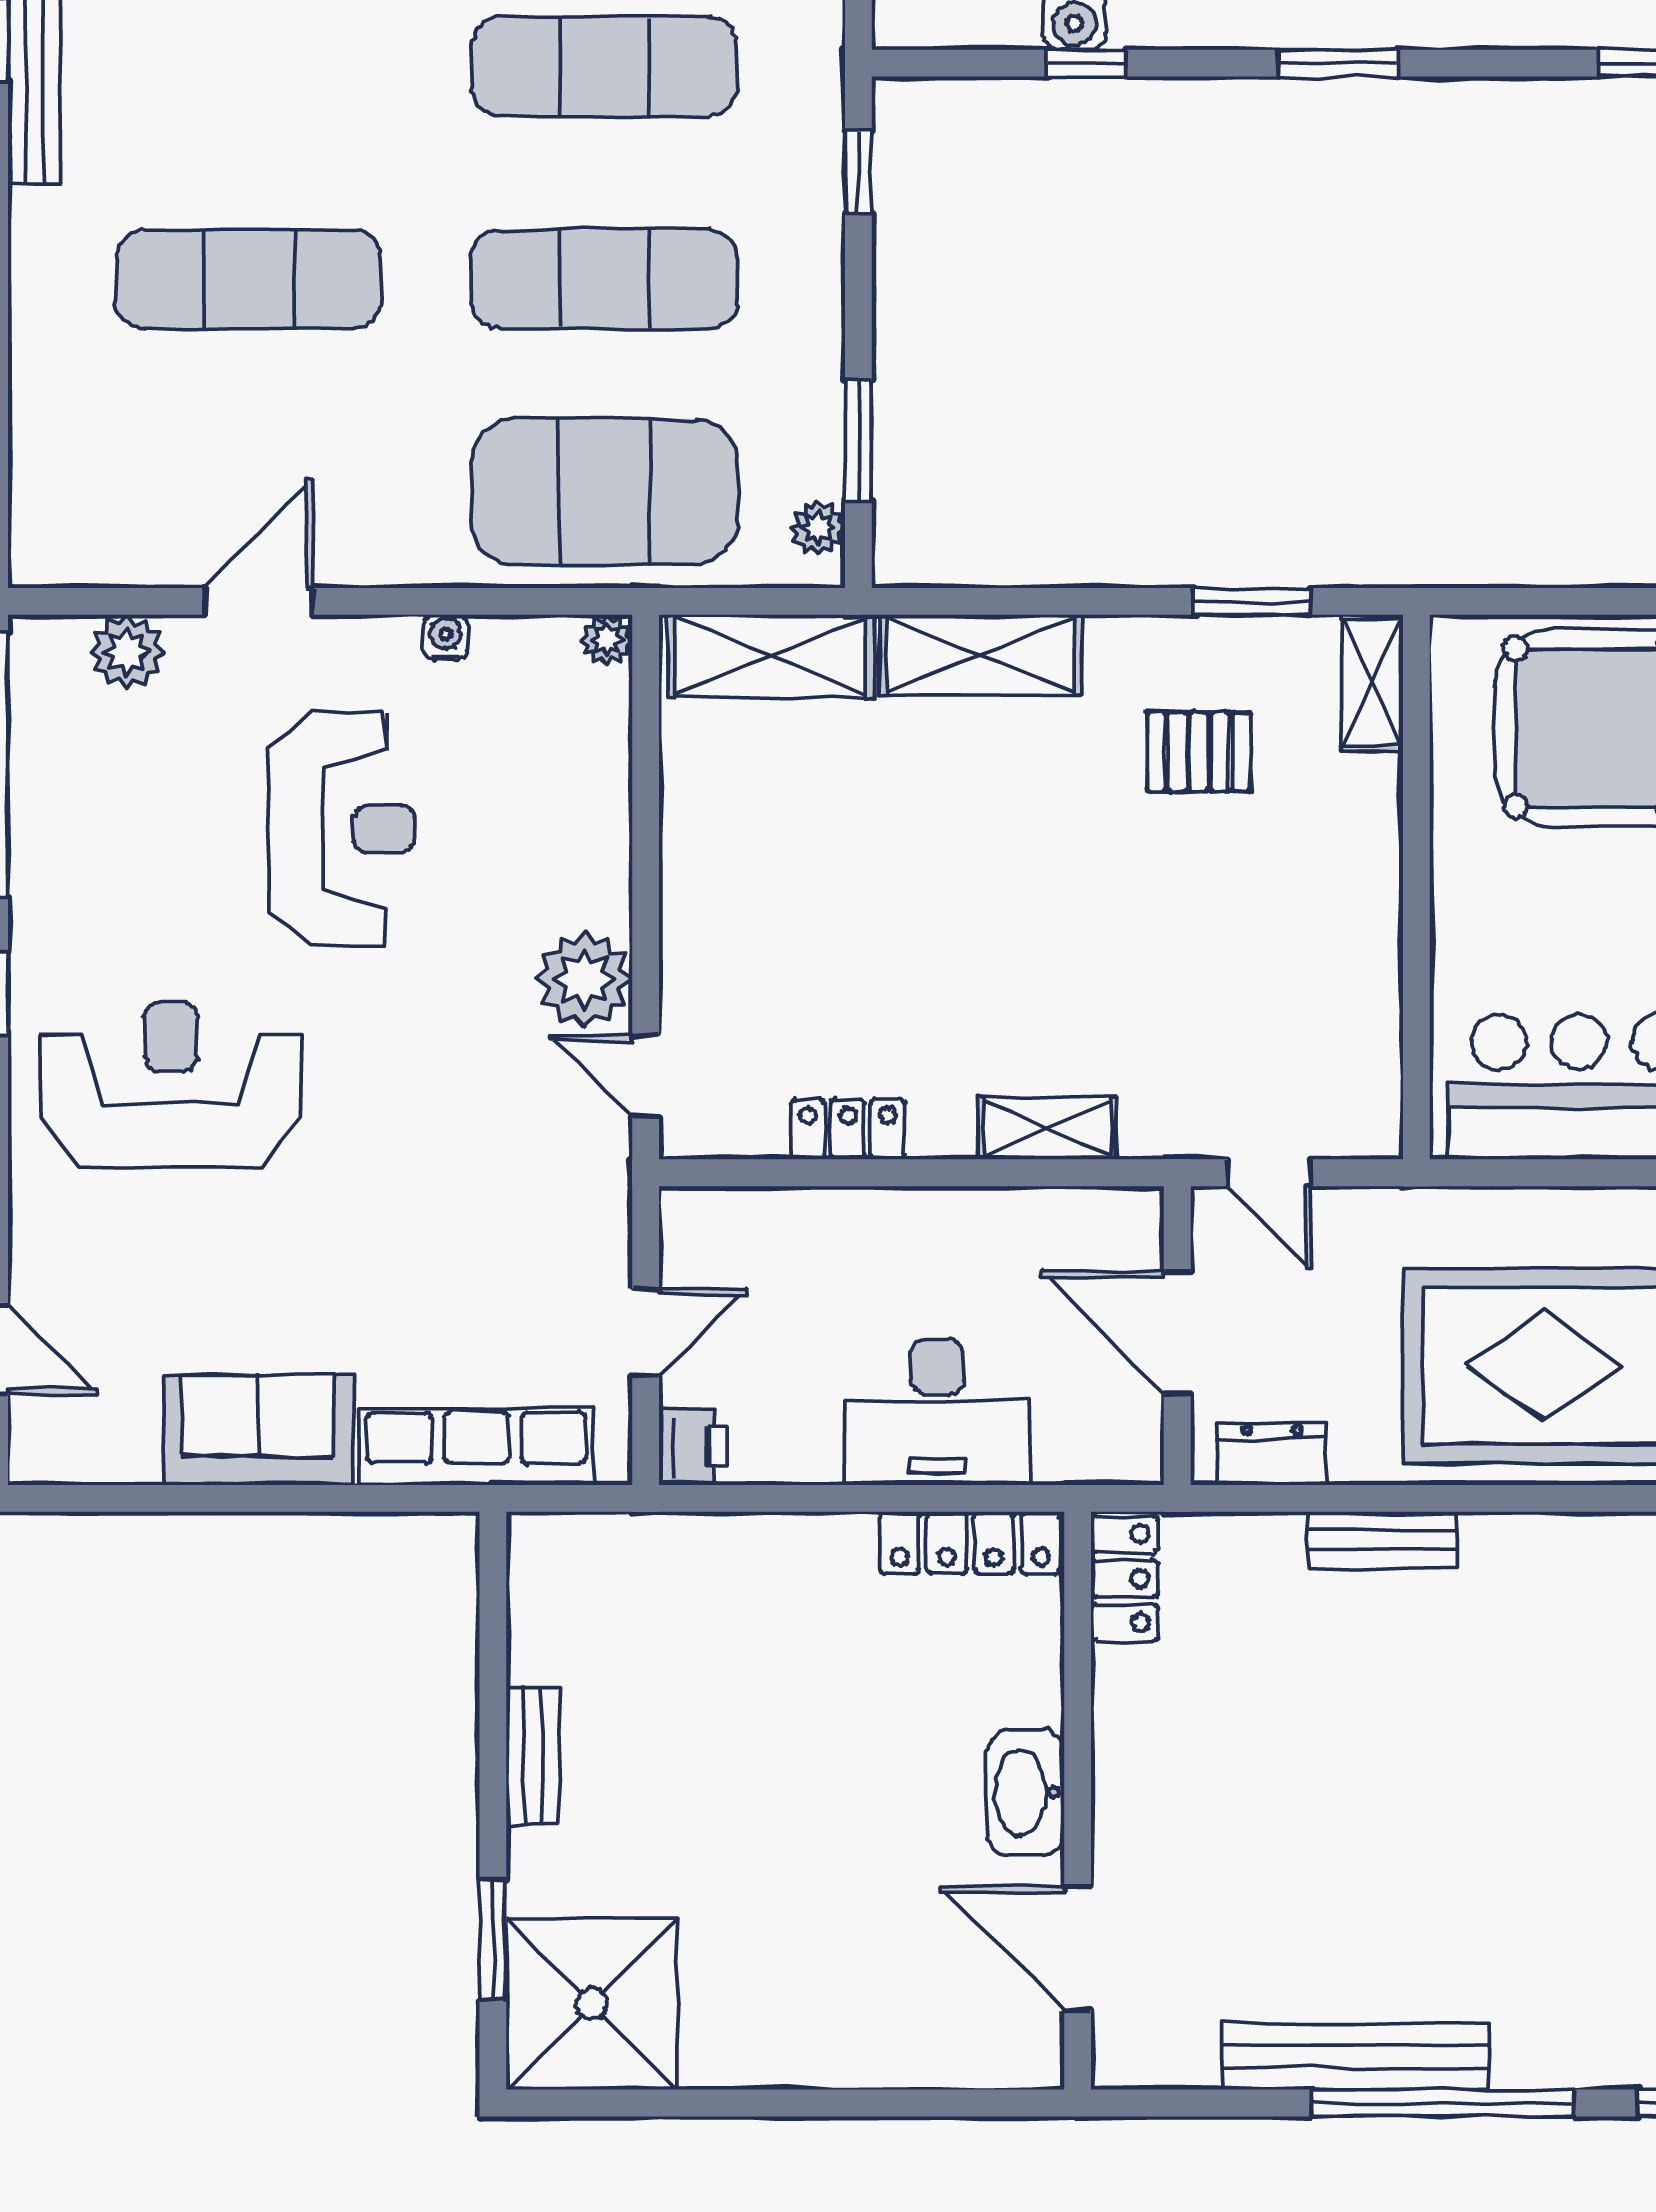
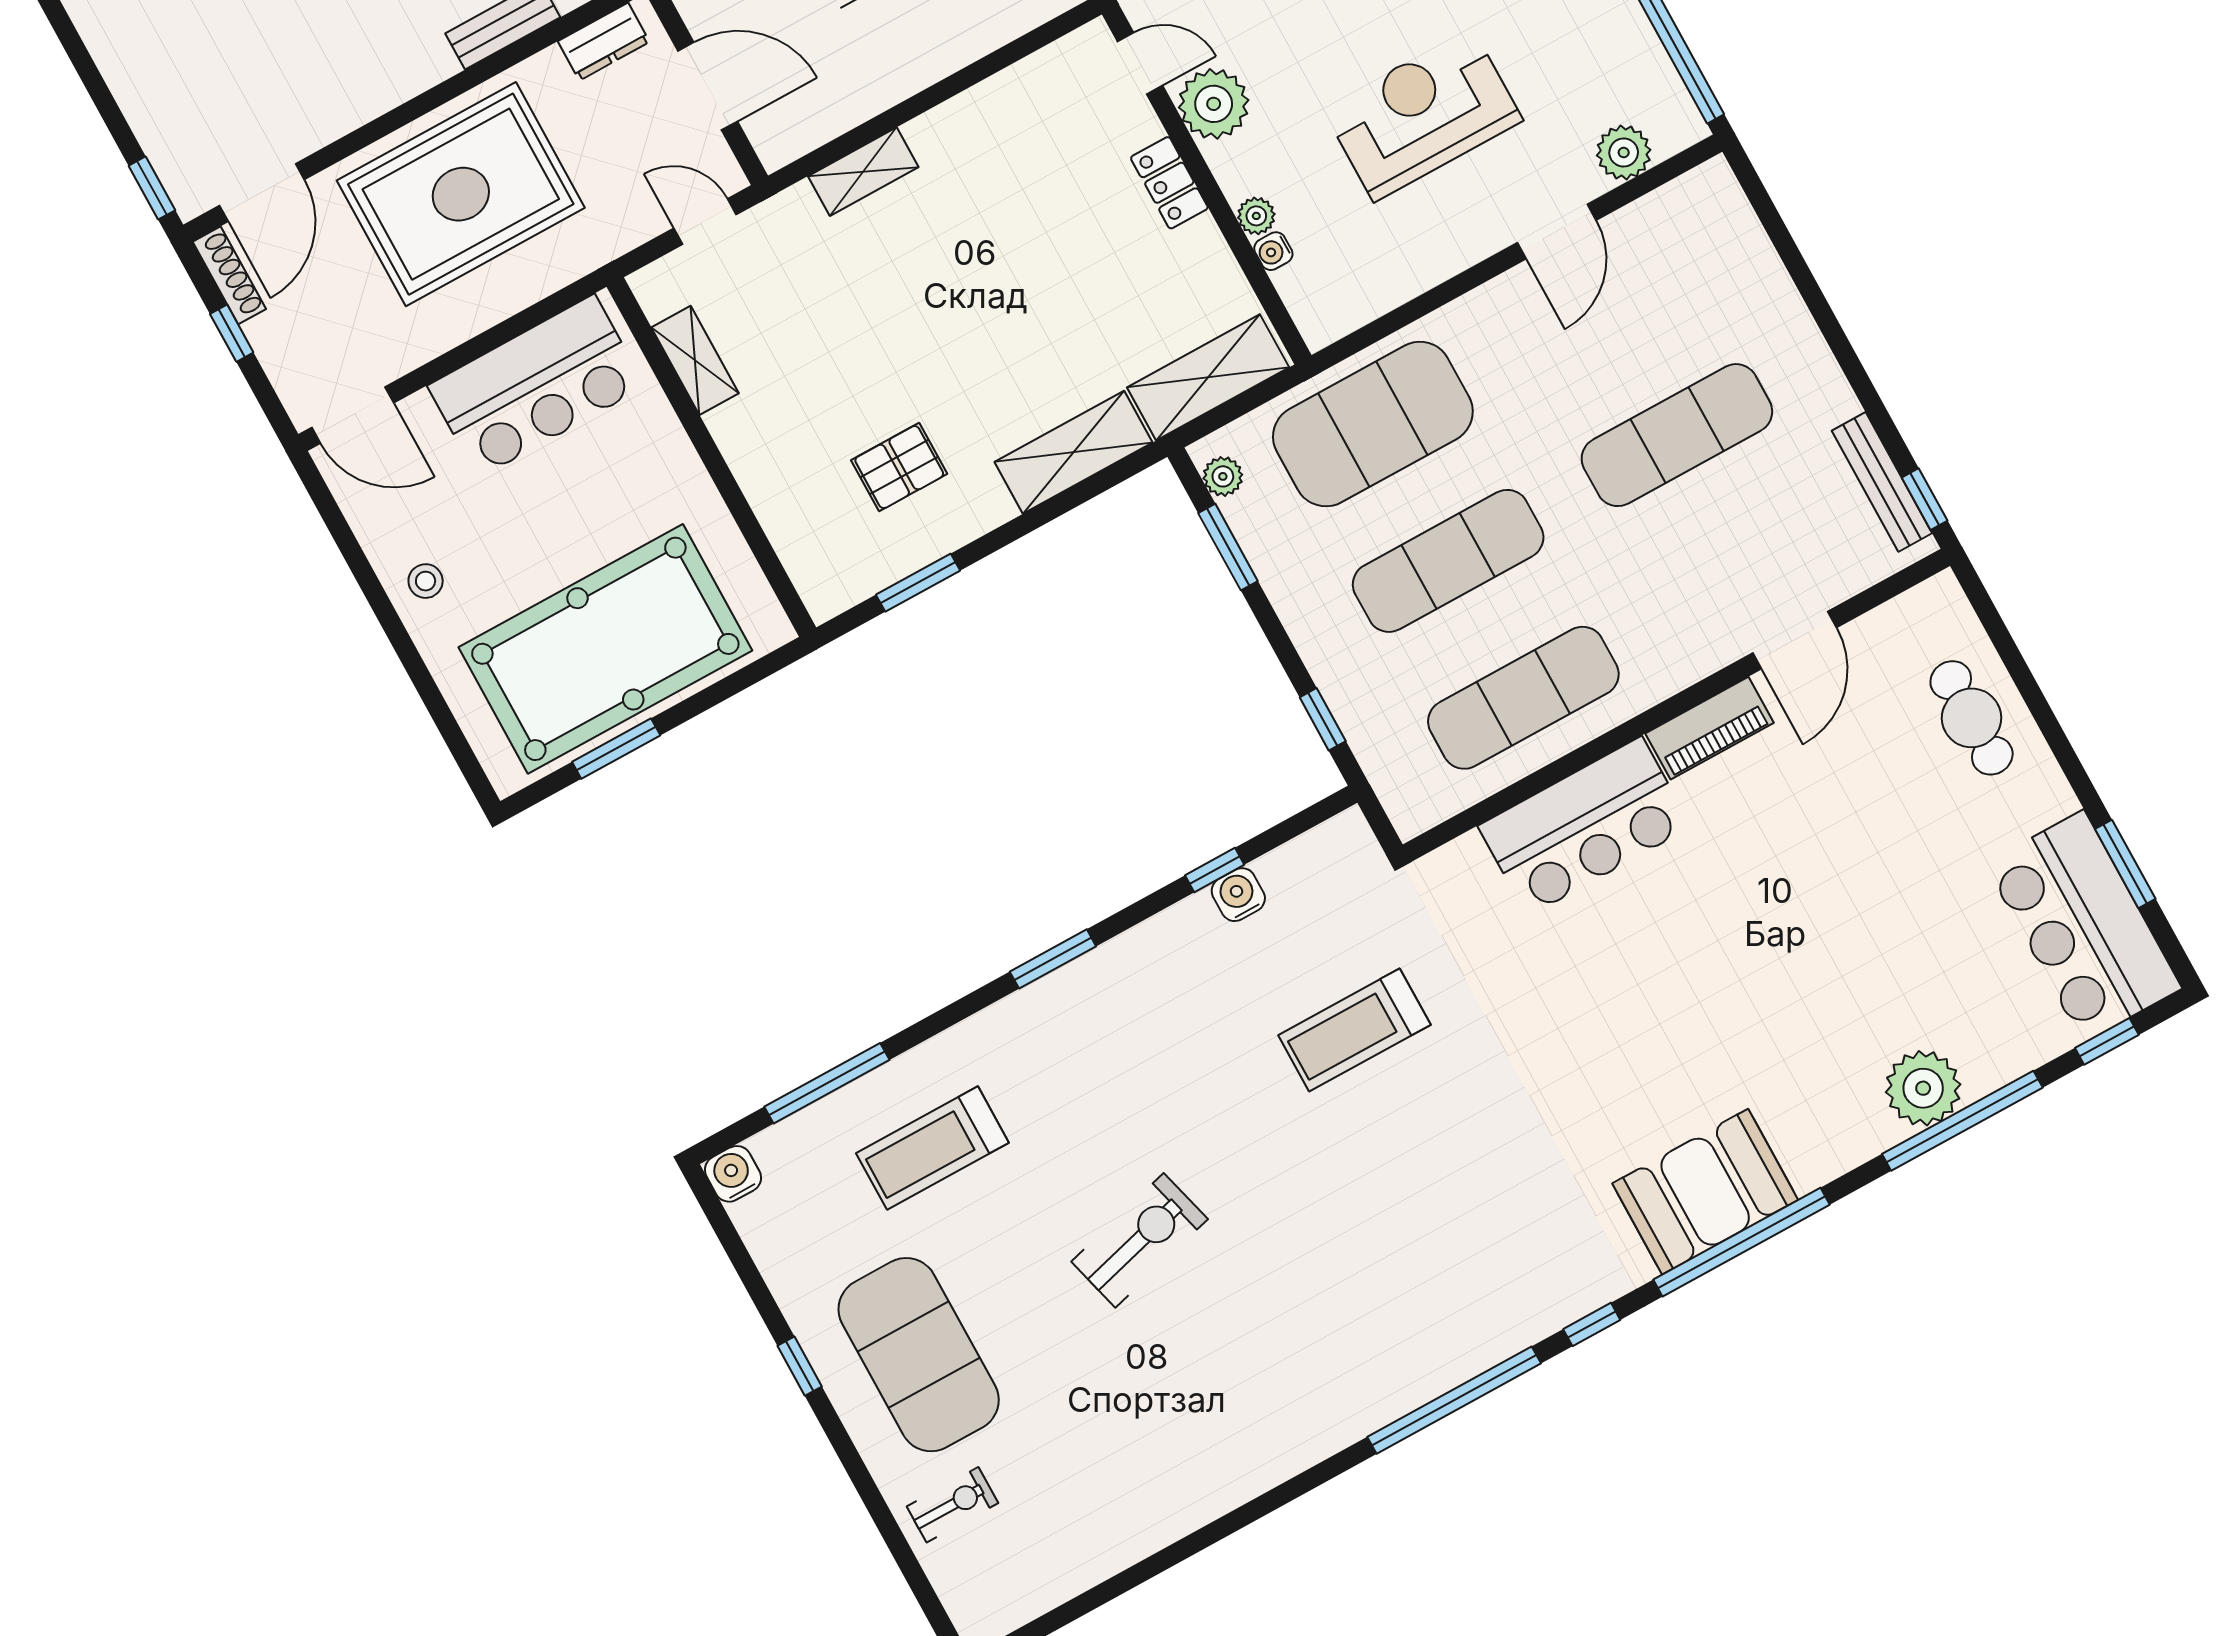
water cooler: (446, 637) -> (1273, 251), moved, turned 90
plant: (607, 640) -> (1256, 216), moved
shelving: (1372, 683) -> (695, 360), moved
reception desk: (342, 829) -> (1423, 115), turned 90
locker: (848, 1129) -> (1169, 183), moved, turned 90

